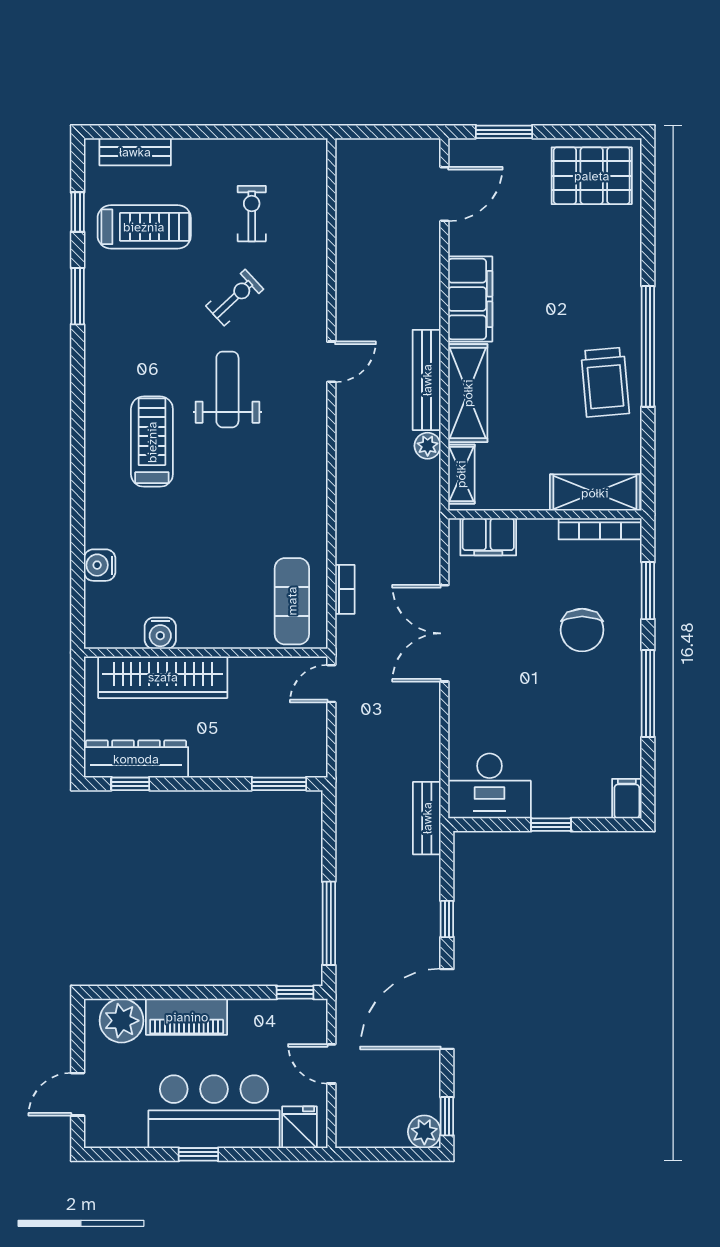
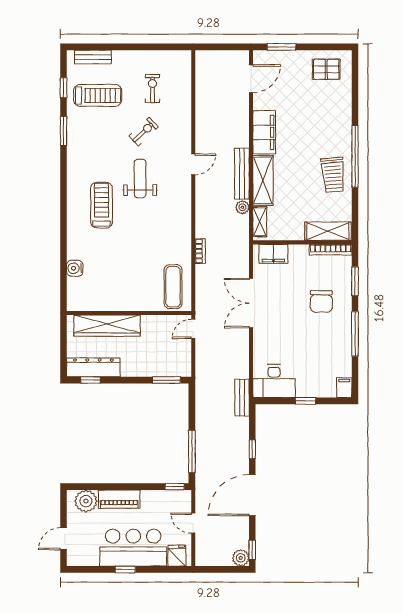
pallet: (592, 176) -> (326, 69), width x0.67, depth x0.71
bookcase: (345, 589) -> (200, 251), moved
water cooler: (160, 633) -> (106, 303), removed

